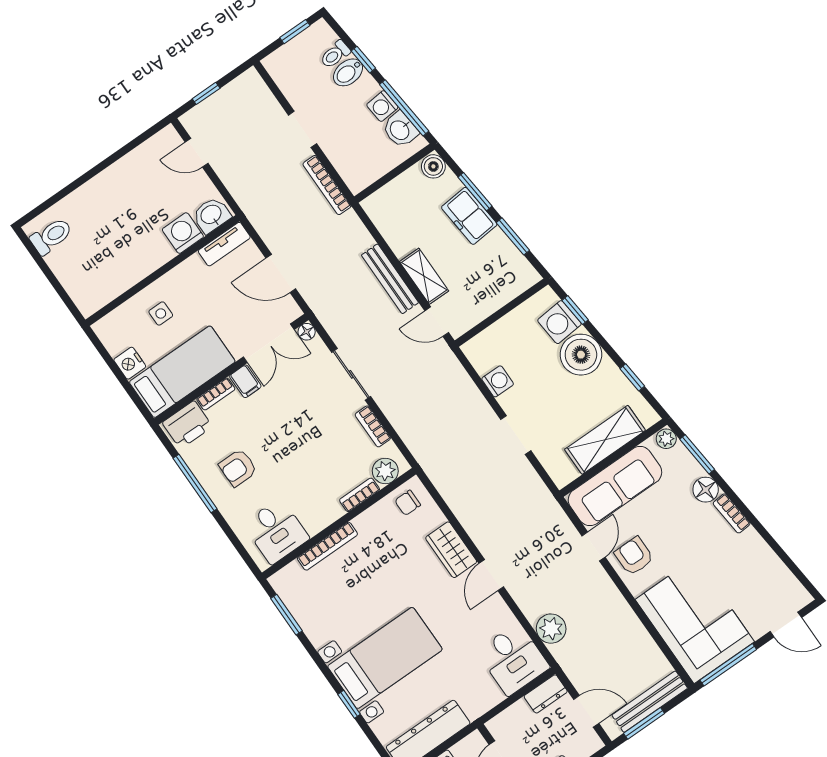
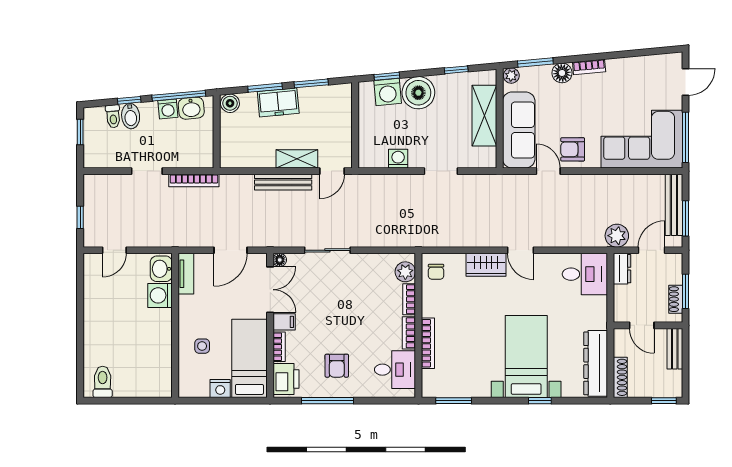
bookcase: (373, 426) -> (409, 333), moved, turned 90
plant: (551, 629) -> (617, 236), moved

